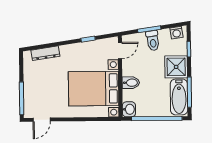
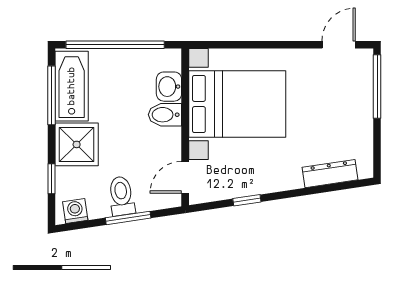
washbasin: (129, 109) -> (169, 87), moved

